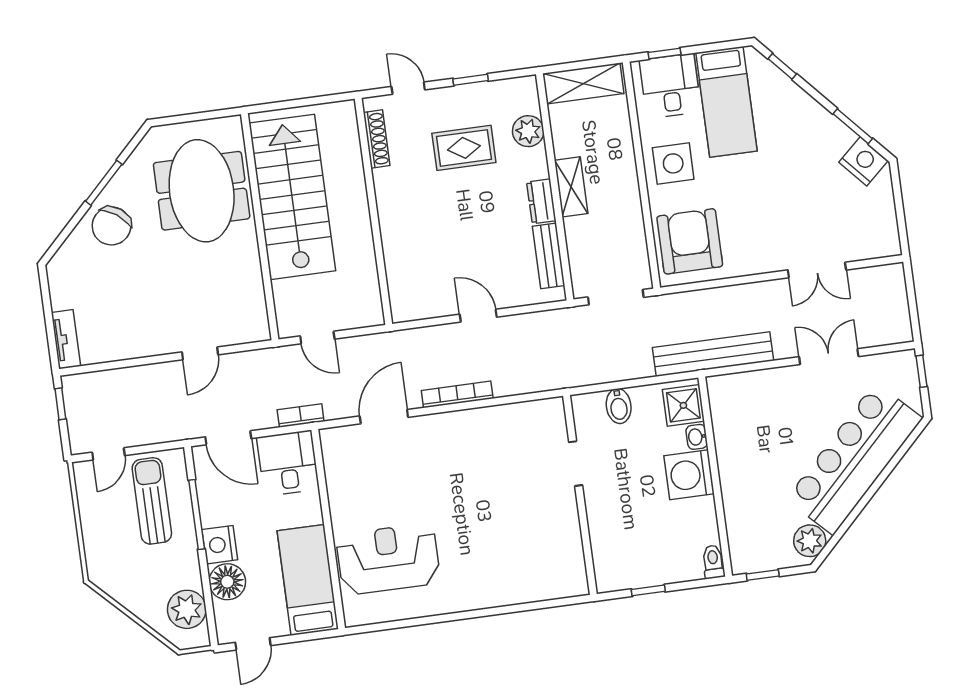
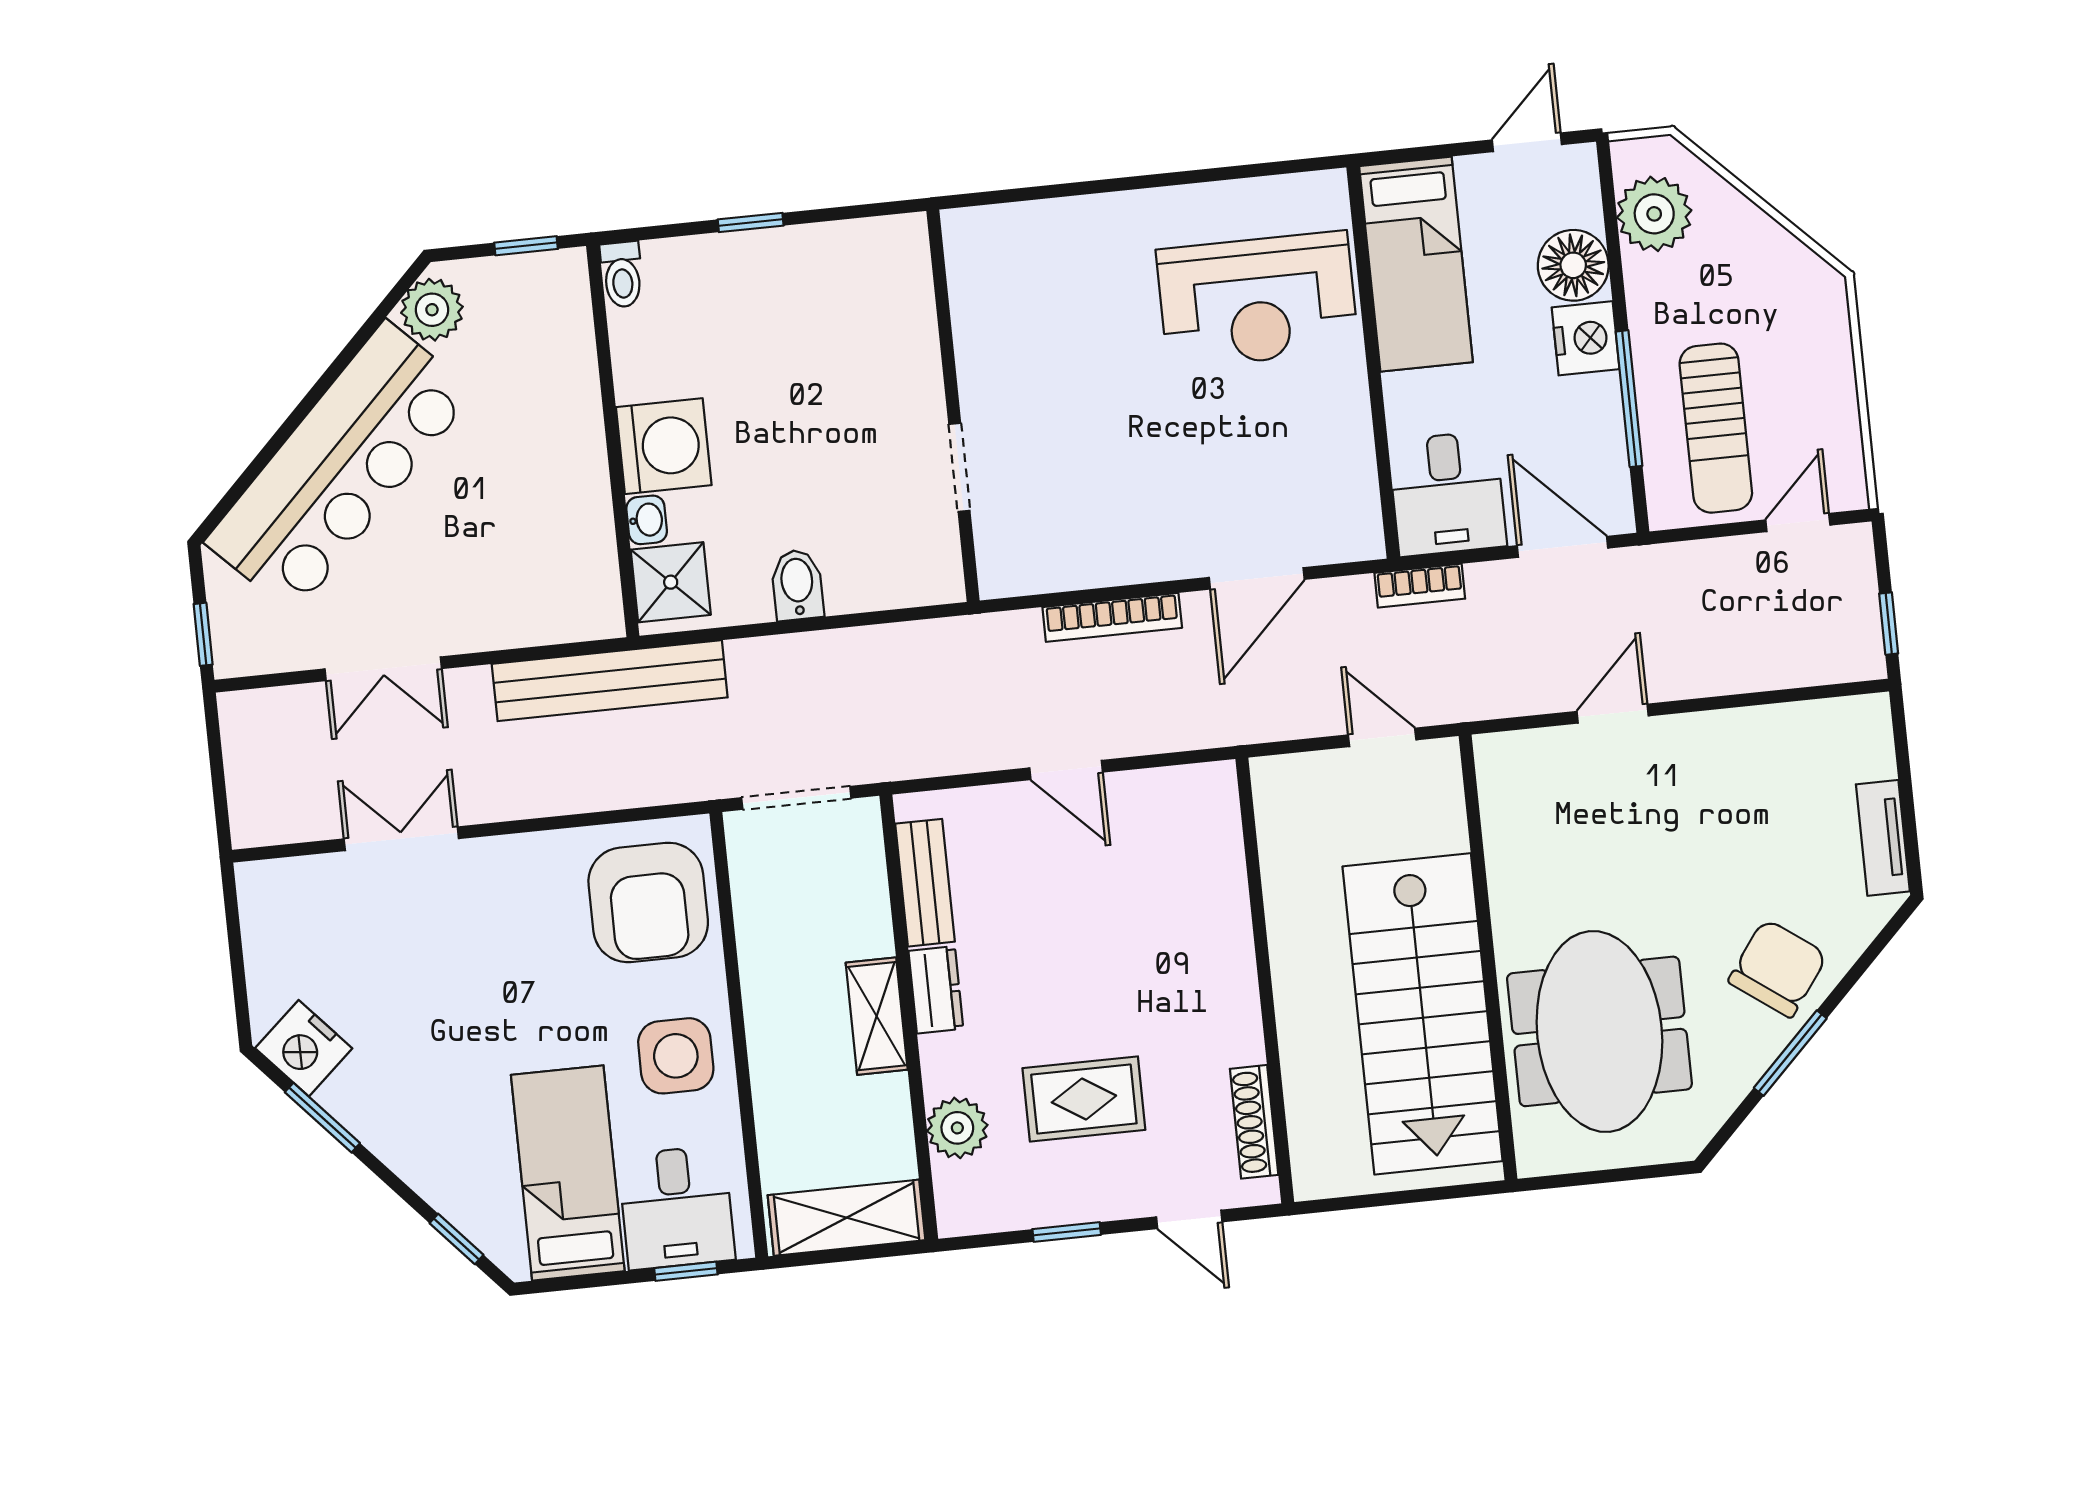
tv unit: (66, 339) -> (1883, 838), moved
doorway: (576, 464) -> (959, 467), moved
wall: (580, 495) -> (953, 406), moved

